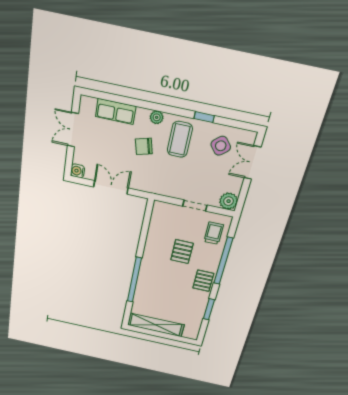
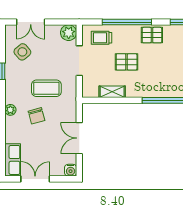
row of seats: (116, 111) -> (13, 160), moved
double door: (73, 130) -> (35, 179), swing flipped
coffee table: (180, 139) -> (46, 88), moved
doorway: (195, 206) -> (79, 61), width x1.38
shelving: (154, 231) -> (112, 92), added

